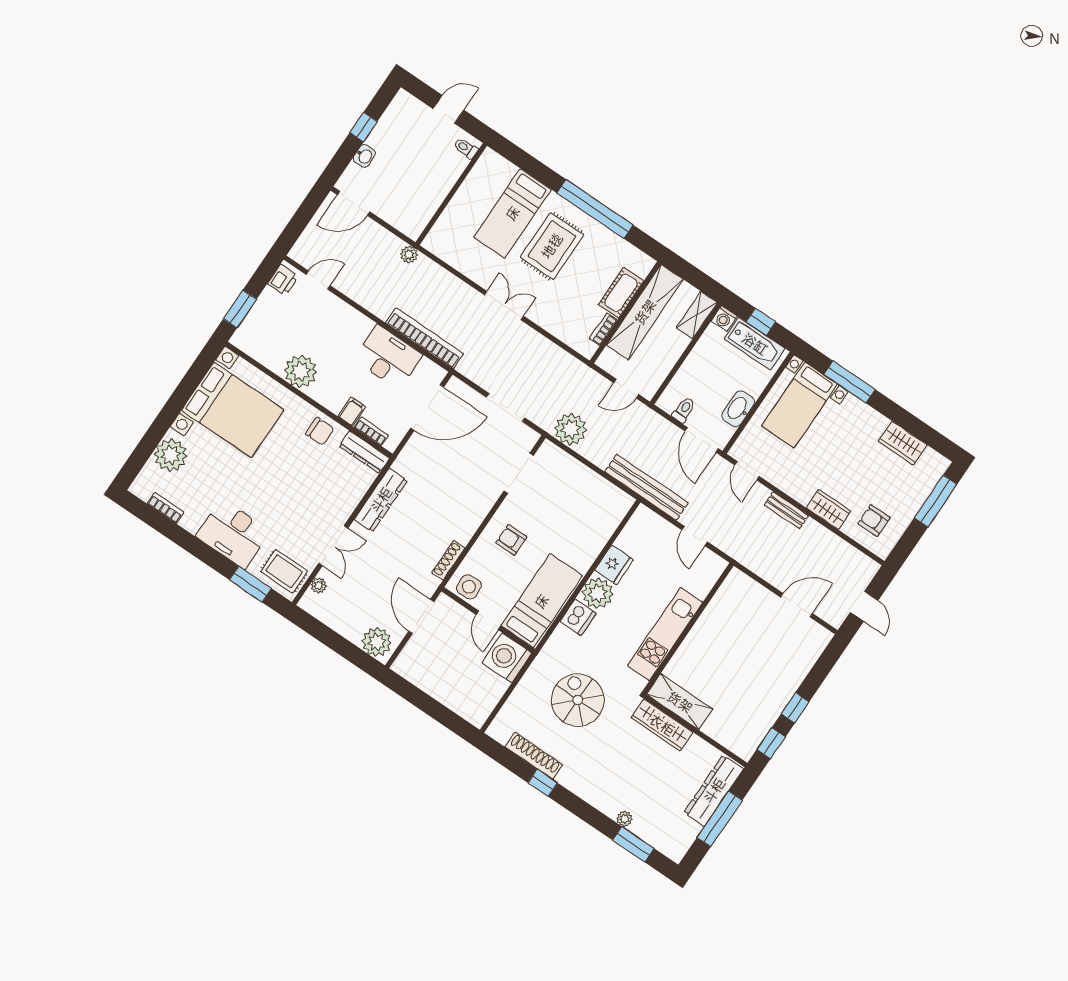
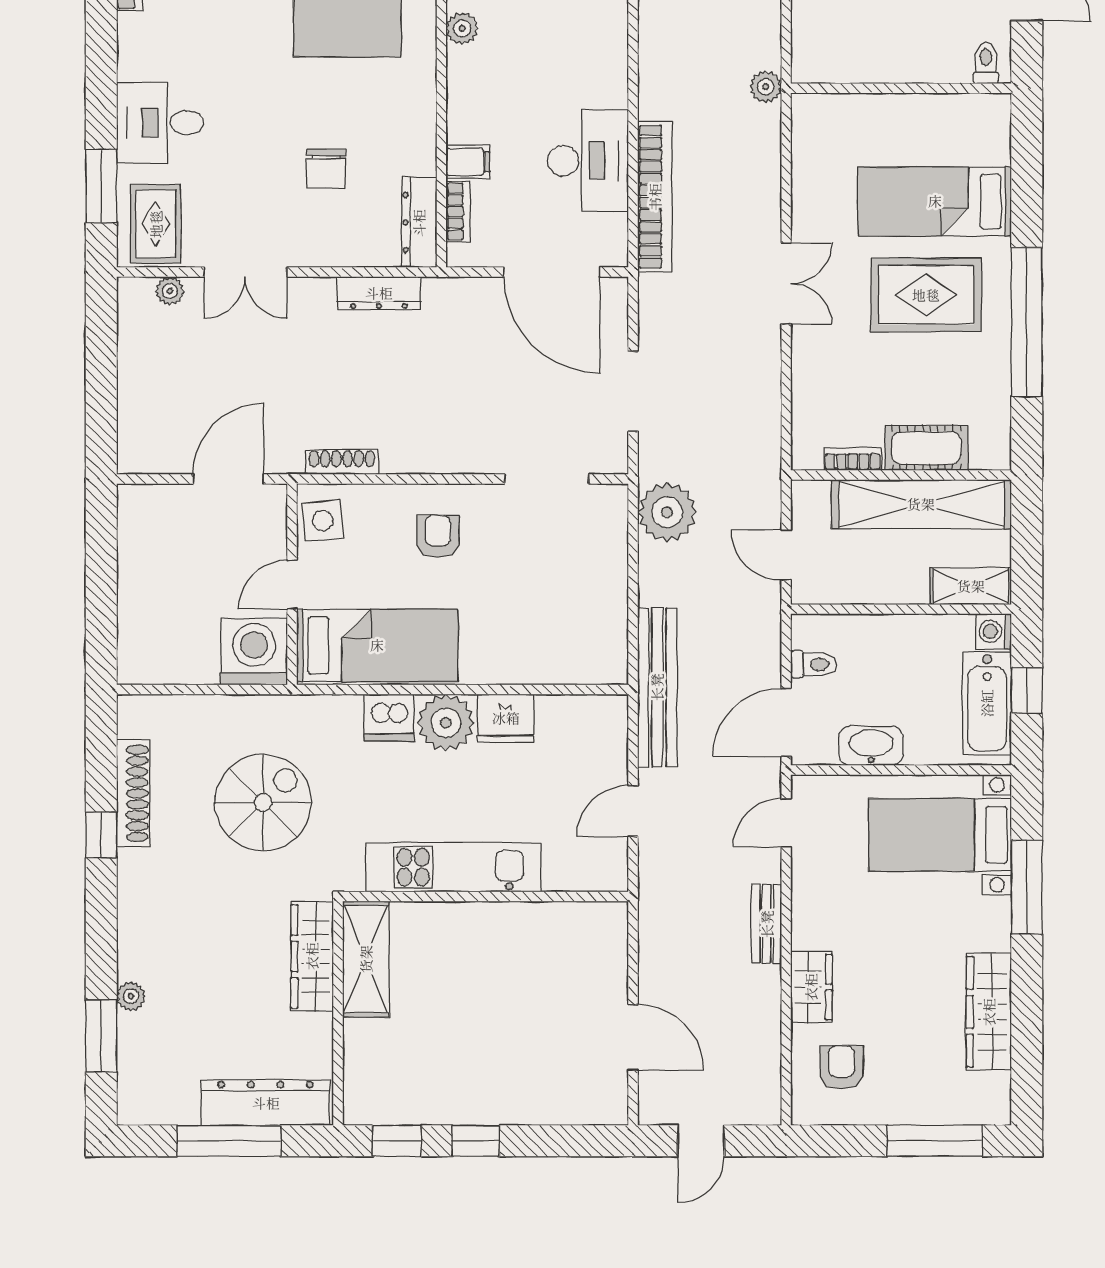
plant: (301, 371) -> (462, 29), width x0.53, depth x0.53
chair: (320, 431) -> (326, 169), moved
wardrobe: (903, 443) -> (989, 1012), width x1.50
dresser: (381, 500) -> (379, 293), width x0.73, depth x0.80
desk: (233, 534) -> (160, 123), width x0.73
plant: (377, 642) -> (144, 437), removed

